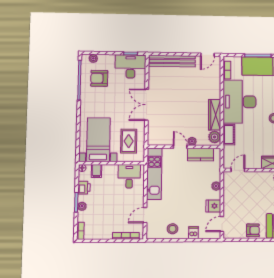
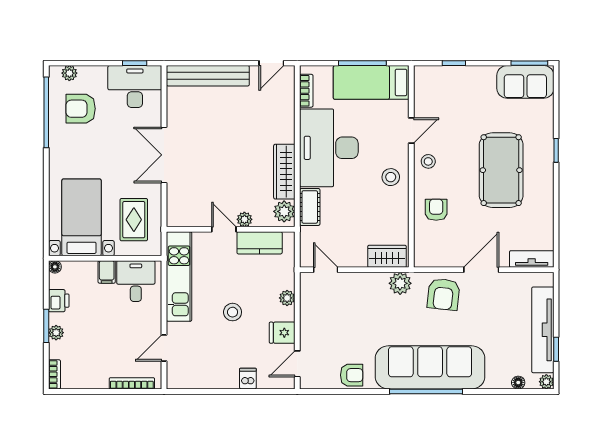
door: (238, 170) -> (326, 270), hinge flipped
filing cabinet: (97, 171) -> (107, 272), moved
stool: (173, 229) -> (233, 312), moved

